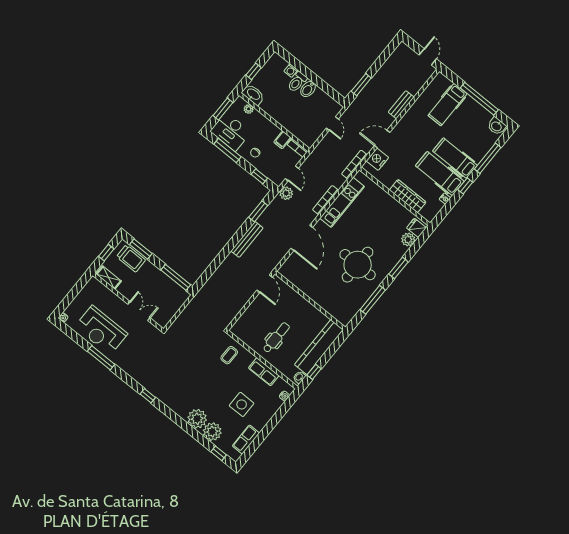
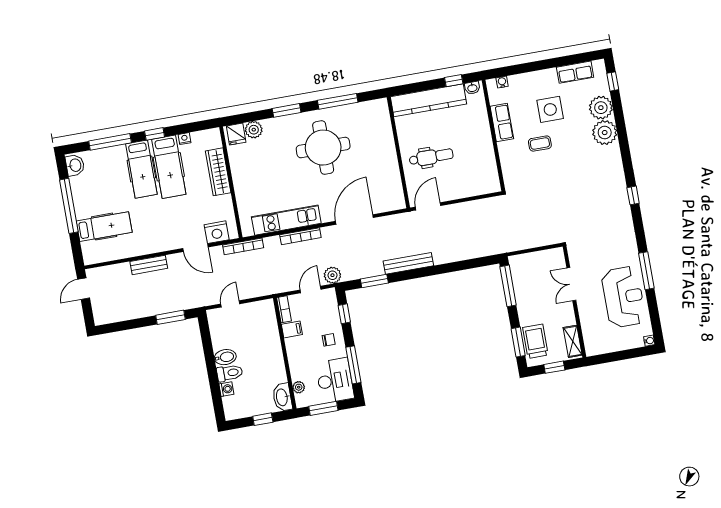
dental chair: (276, 338) -> (431, 157), moved, turned 180
coffee table: (229, 355) -> (540, 144), moved

